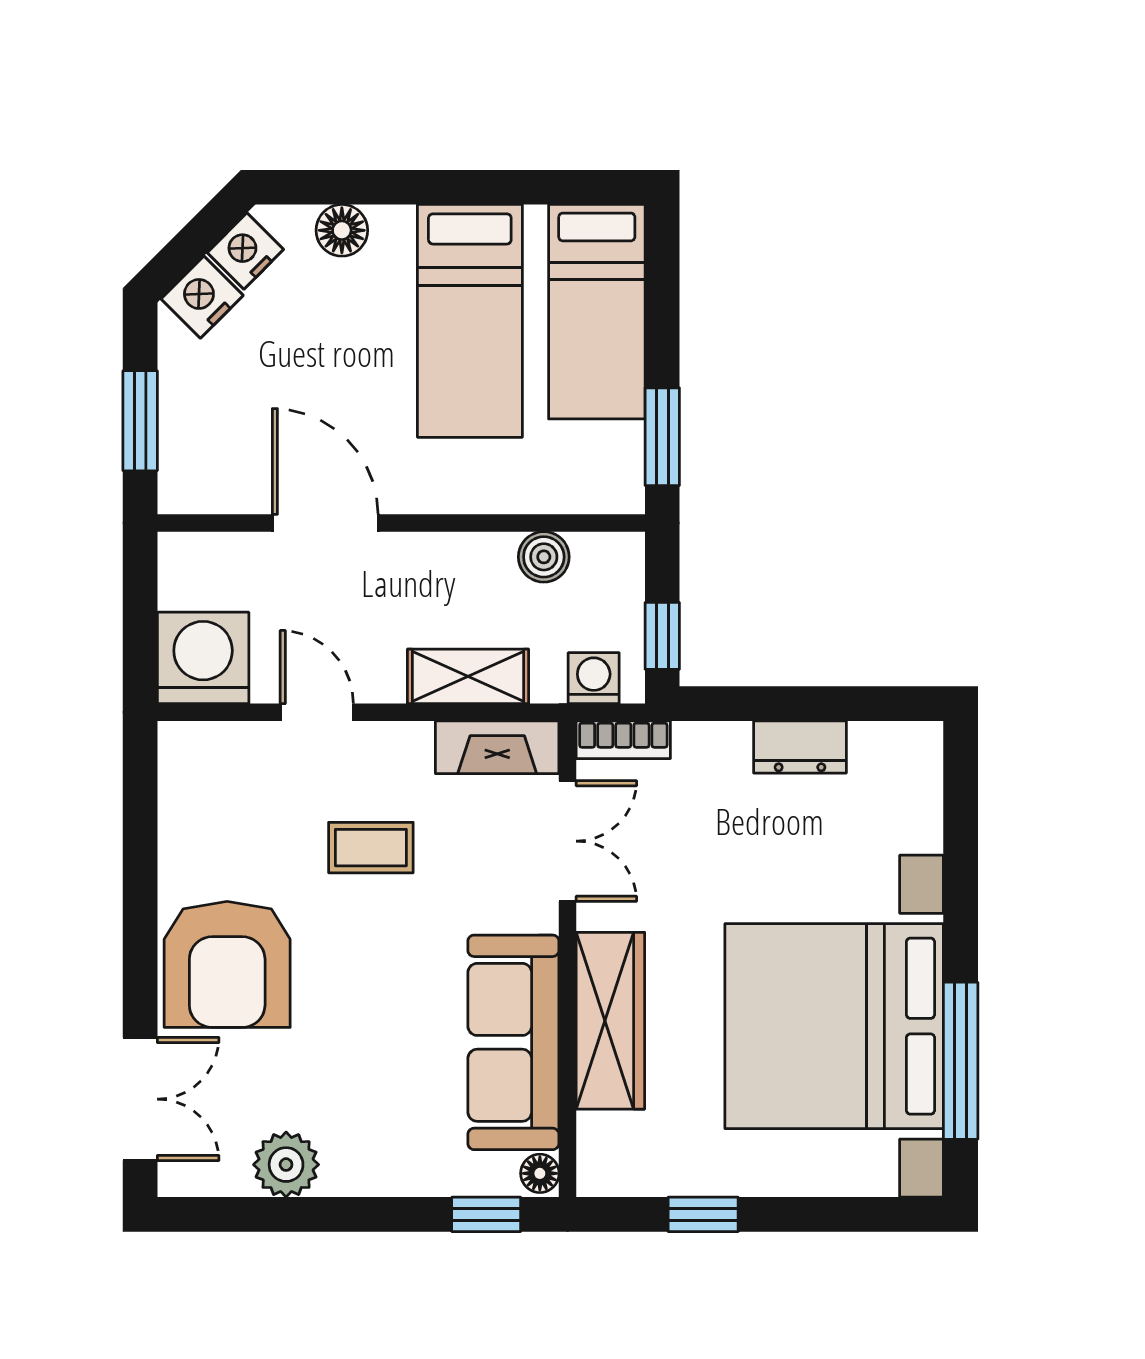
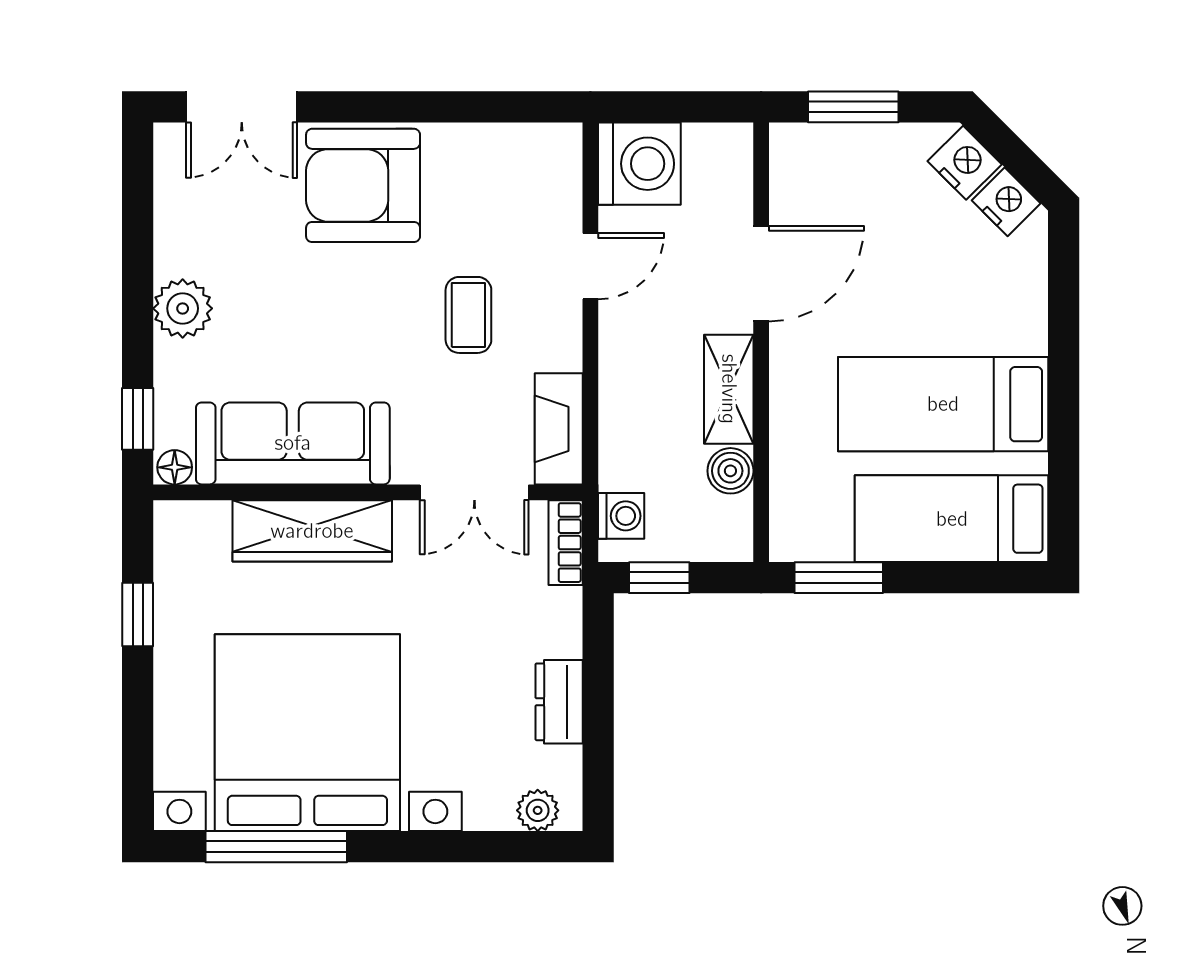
floor lamp: (342, 230) -> (1025, 289), removed
shelving: (468, 676) -> (729, 389), moved
plant: (920, 771) -> (538, 810), added
plant: (286, 1165) -> (183, 308), moved

